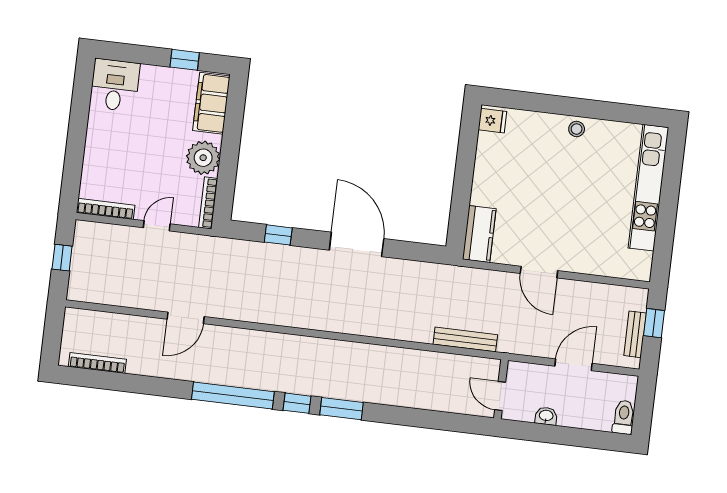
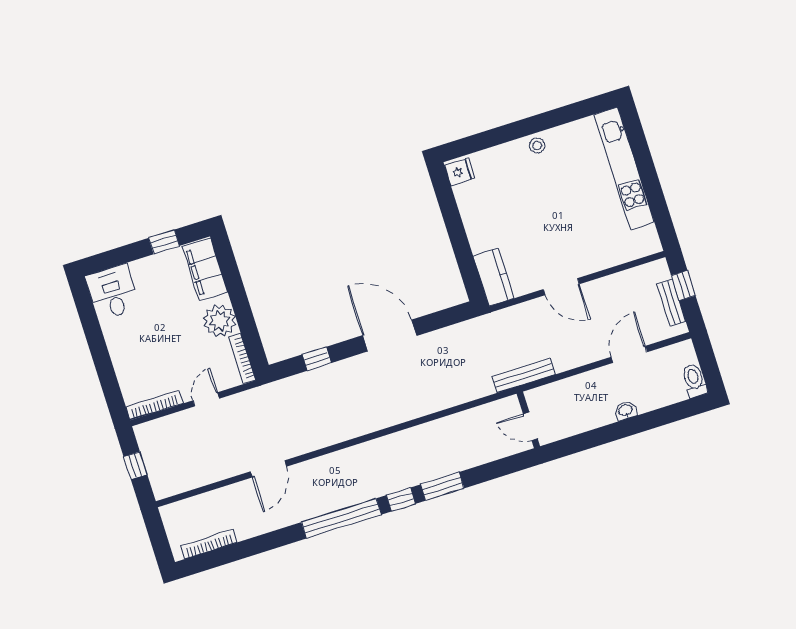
wall: (501, 389) -> (528, 420), moved
door: (500, 396) -> (530, 426), moved

